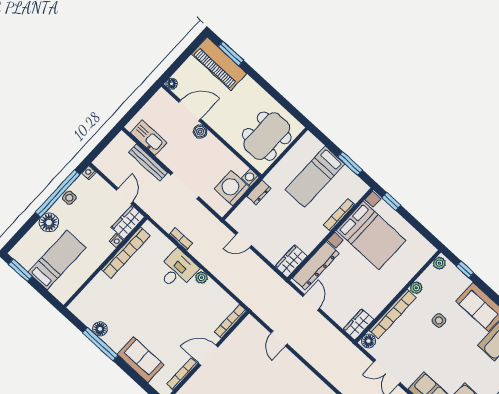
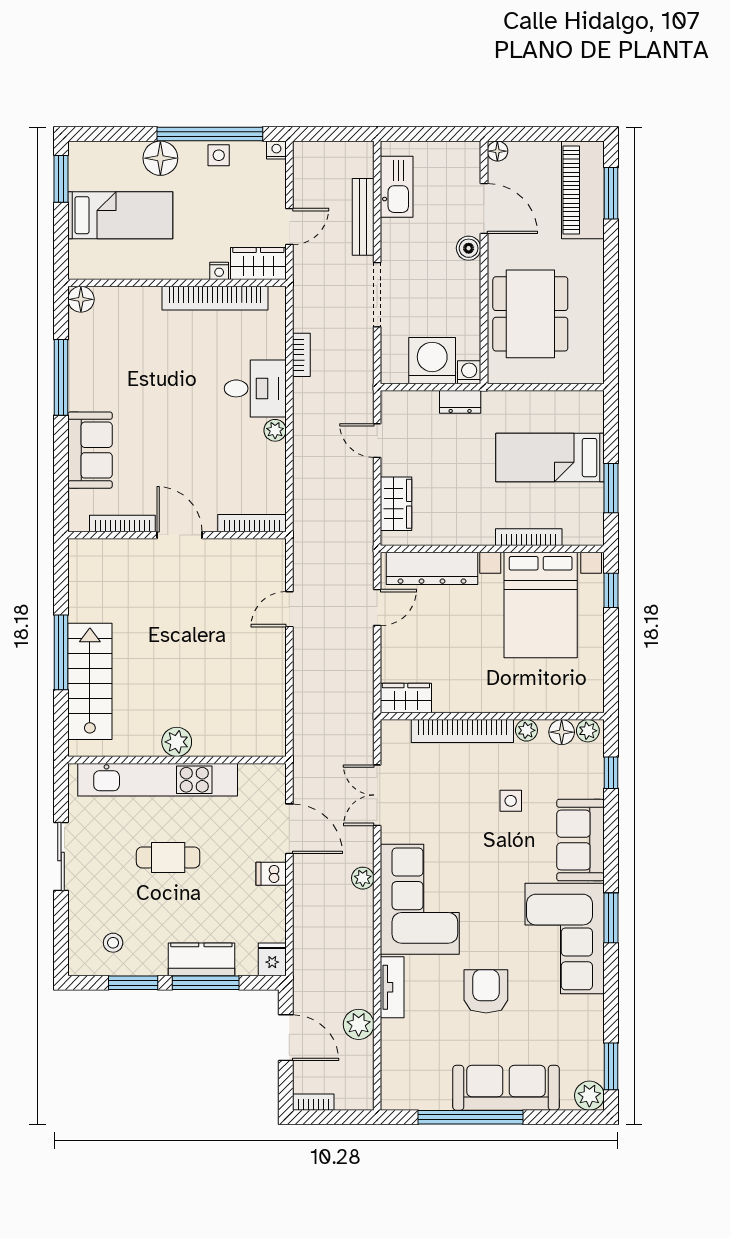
dining table: (267, 136) -> (530, 314), moved, turned 90
wardrobe: (291, 261) -> (396, 504), moved, turned 90
floor lamp: (100, 329) -> (81, 299), moved
floor lamp: (369, 341) -> (562, 732), moved

